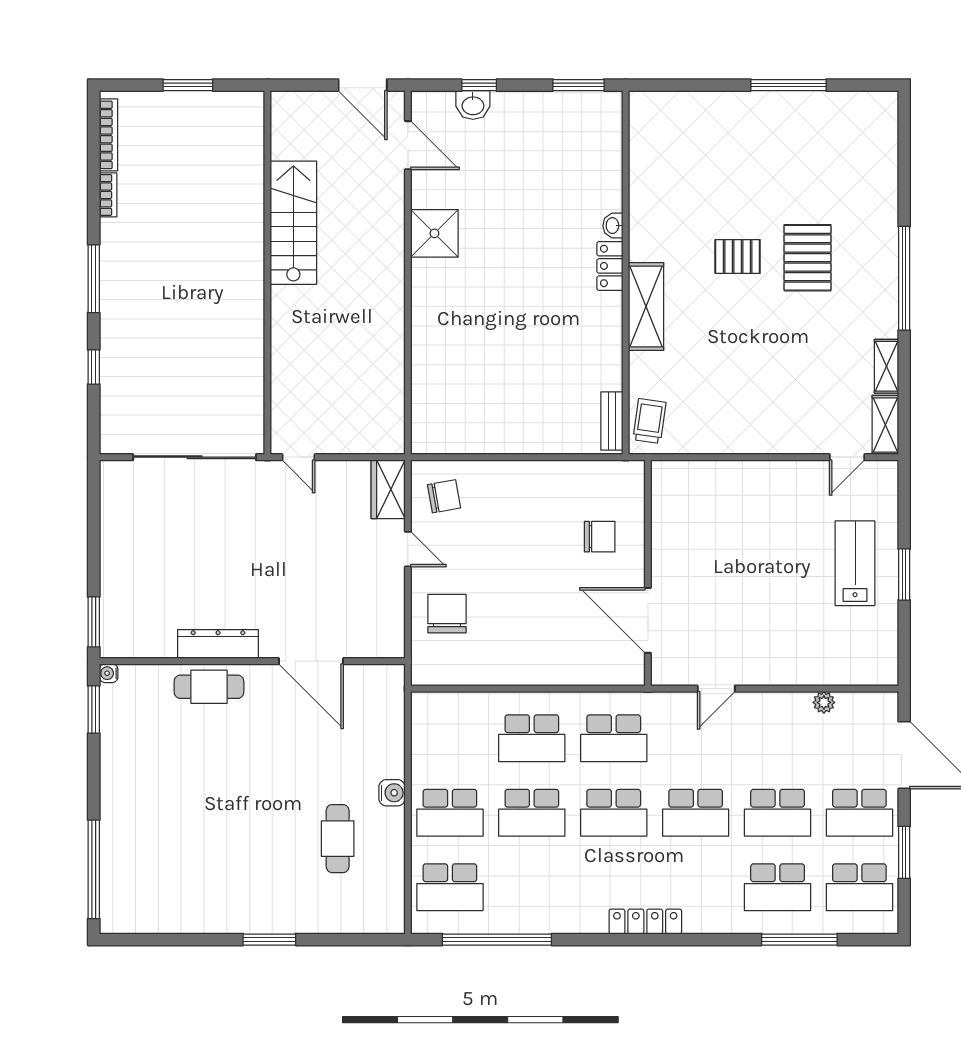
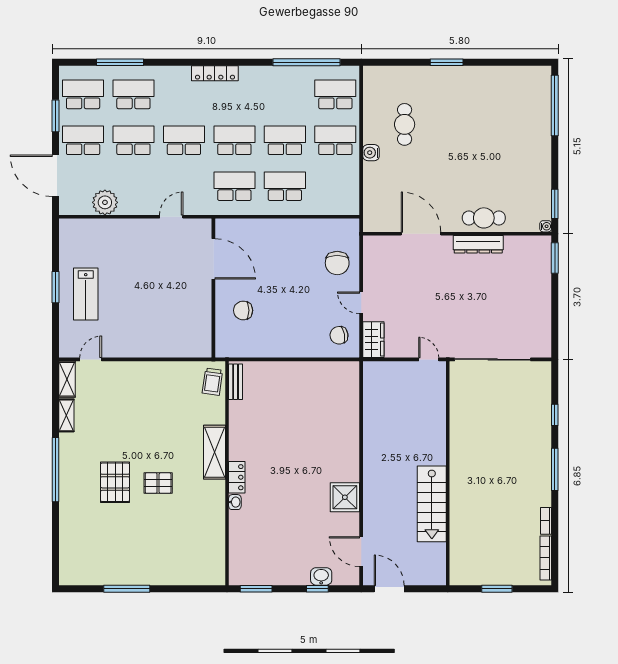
plant: (824, 702) -> (105, 202), width x1.88, depth x1.88

